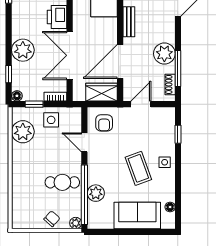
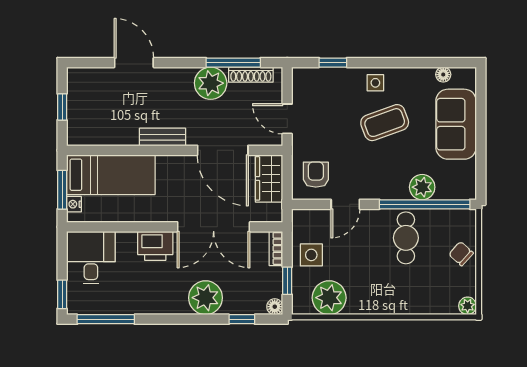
shoe rack: (170, 84) -> (251, 75), width x1.43
armchair: (104, 123) -> (316, 175), turned -90
plant: (76, 223) -> (468, 306), moved

